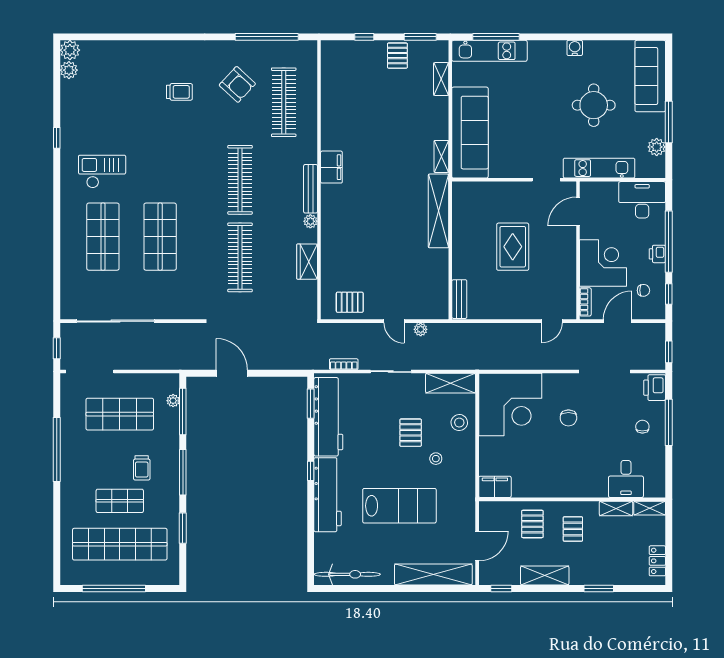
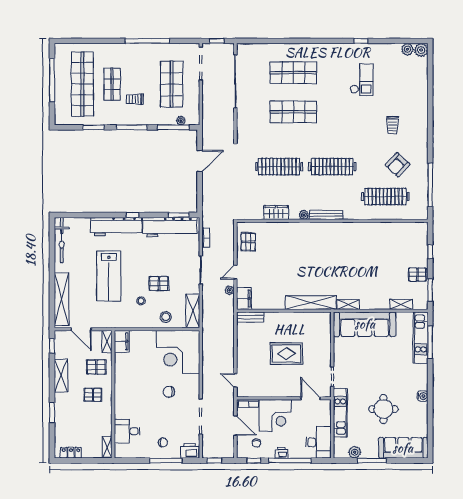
filing cabinet: (331, 167) -> (244, 298), moved, turned -90
checkout: (102, 172) -> (362, 80), moved
shelving: (616, 508) -> (107, 342), moved

